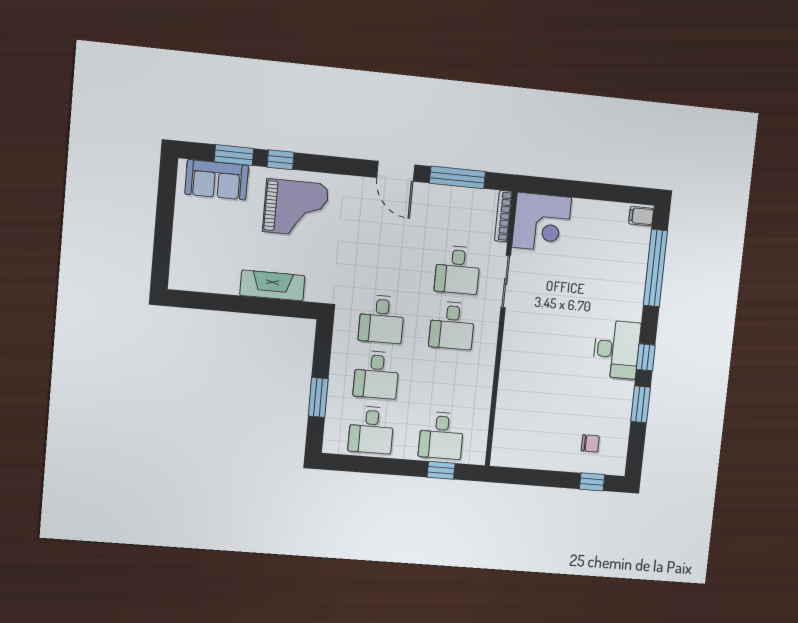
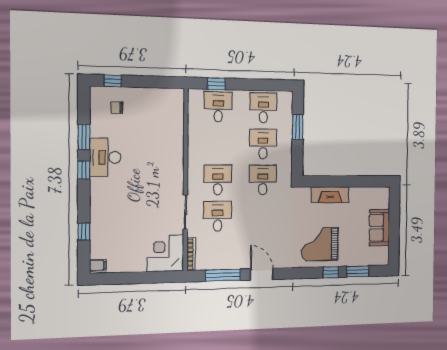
sofa: (217, 180) -> (379, 227), moved, turned -90
window: (655, 268) -> (84, 232), width x0.32
desk: (616, 349) -> (105, 157), moved

